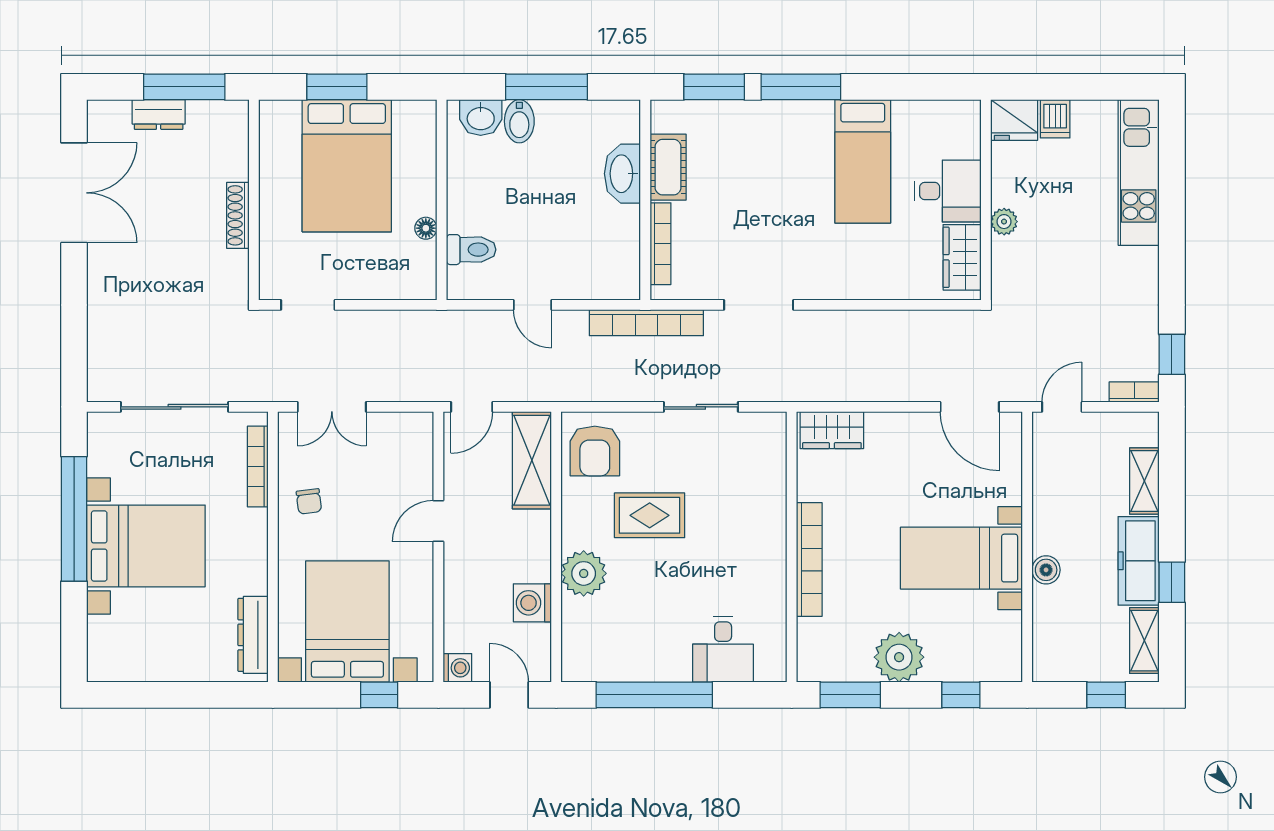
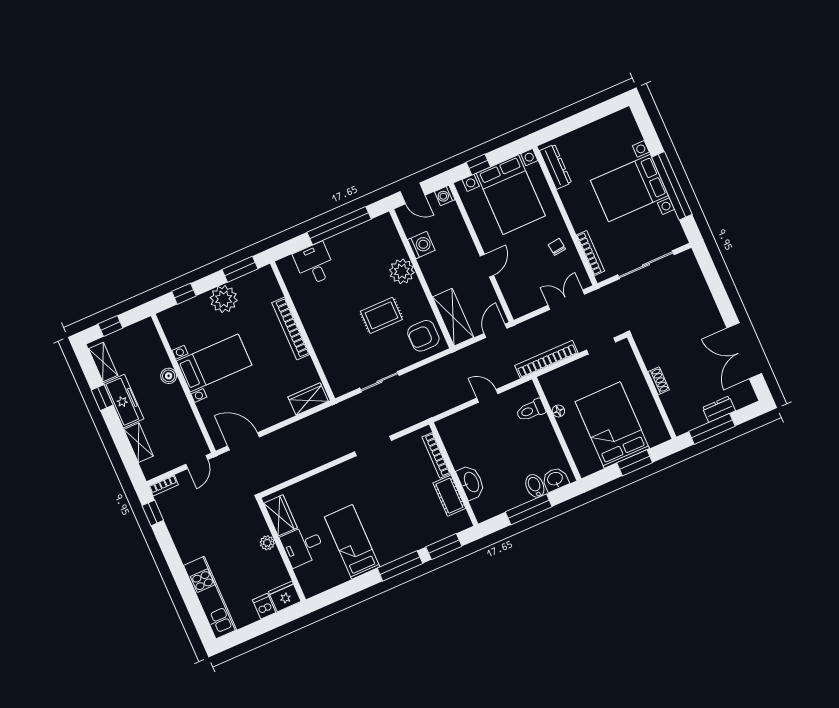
shoe rack: (238, 215) -> (659, 381), width x0.70
bookcase: (646, 323) -> (546, 359), moved
armchair: (595, 451) -> (423, 336), turned -90

